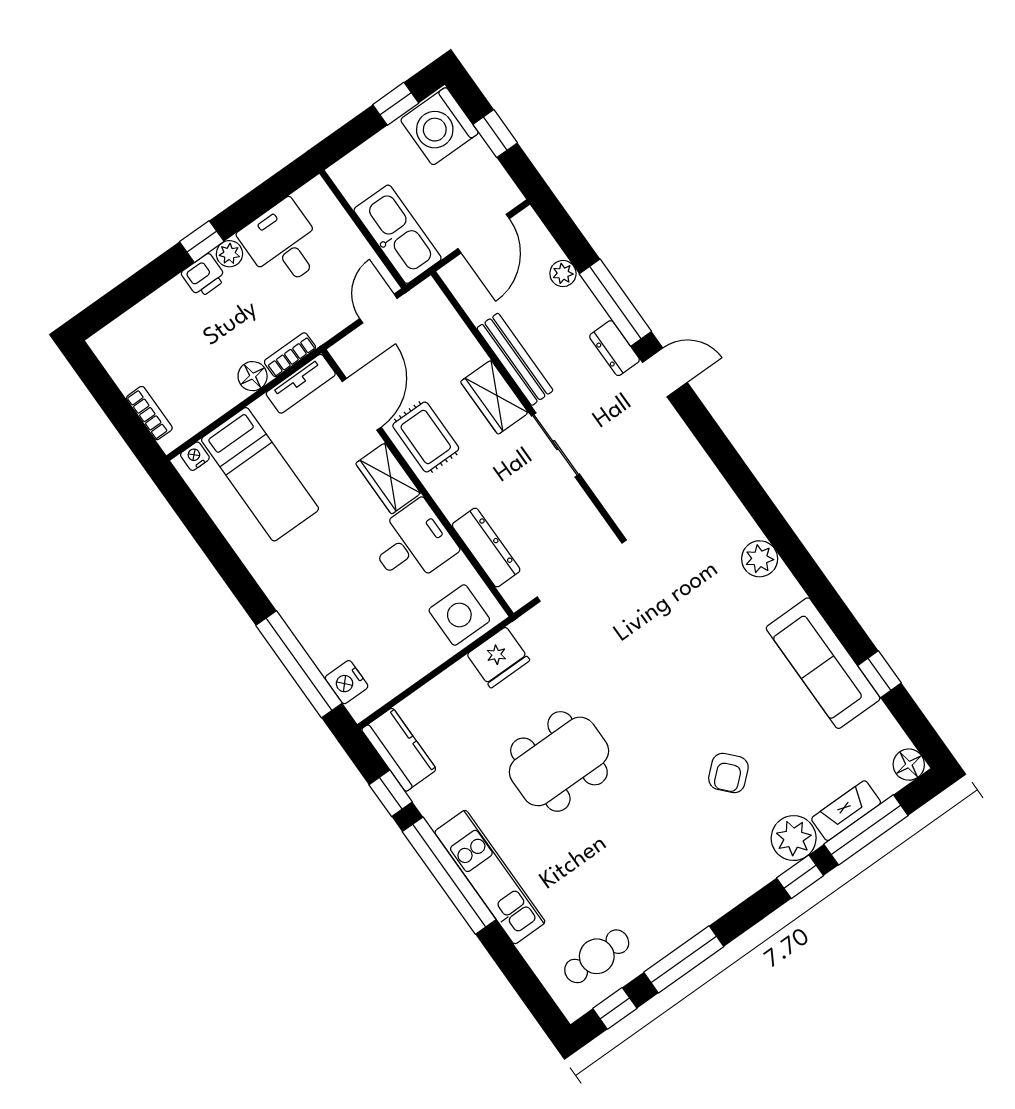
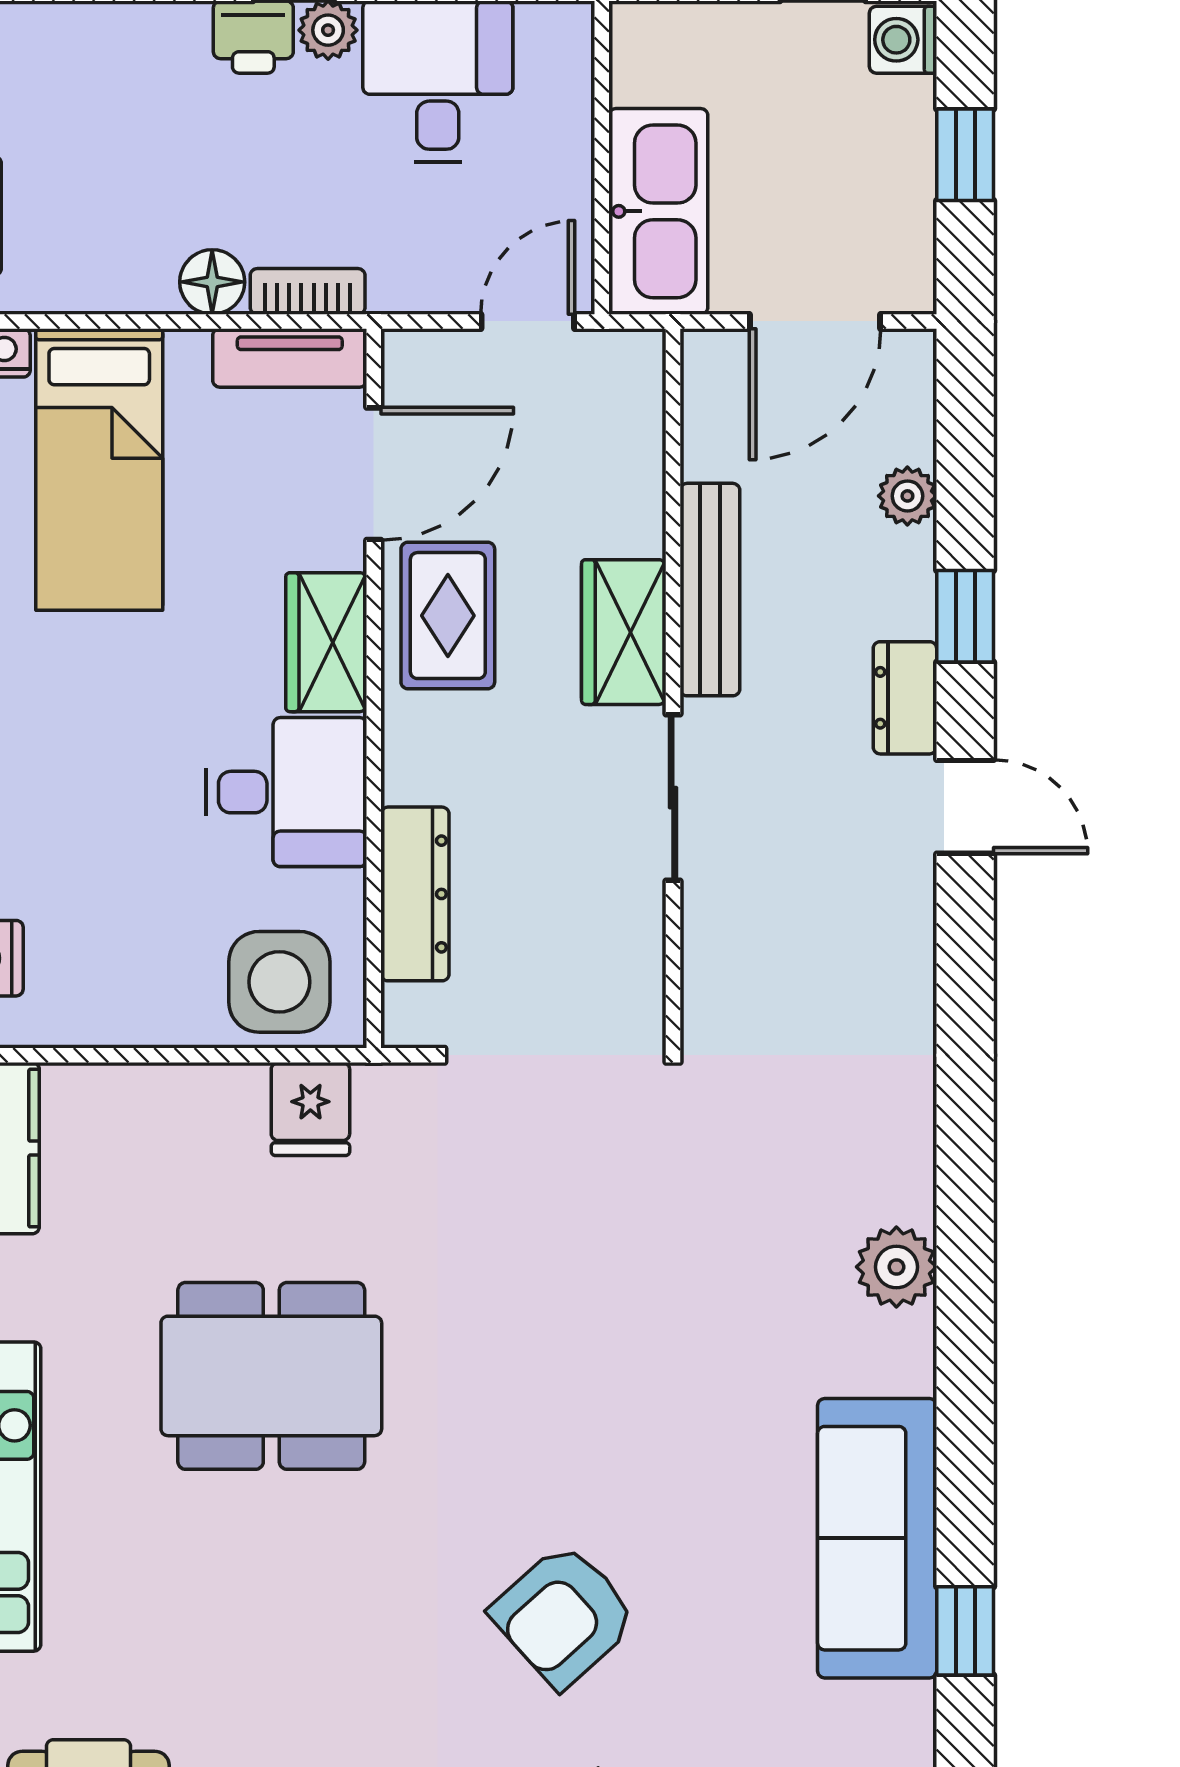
washing machine: (439, 126) -> (903, 40), width x0.53, depth x0.53
window: (615, 303) -> (965, 616), width x0.46
fridge: (498, 657) -> (310, 1109), width x0.72
armchair: (728, 773) -> (564, 1615), width x1.38, depth x1.38

